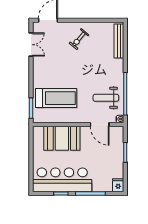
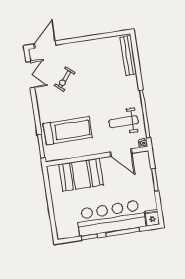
exercise bike: (79, 39) -> (65, 79), moved
bar counter: (62, 180) -> (111, 218), moved

